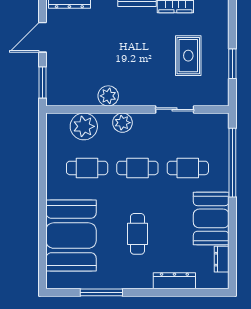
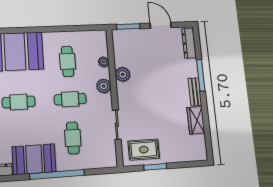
rug: (188, 56) -> (144, 150), moved
plant: (84, 126) -> (104, 62), width x0.53, depth x0.53
window: (232, 163) -> (57, 175), moved
cafe table: (137, 168) -> (70, 99), turned 90

